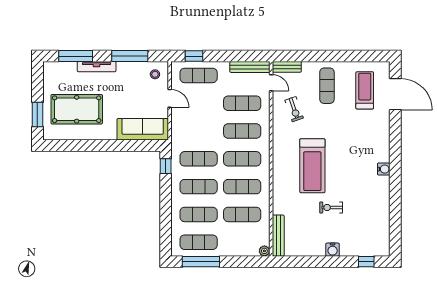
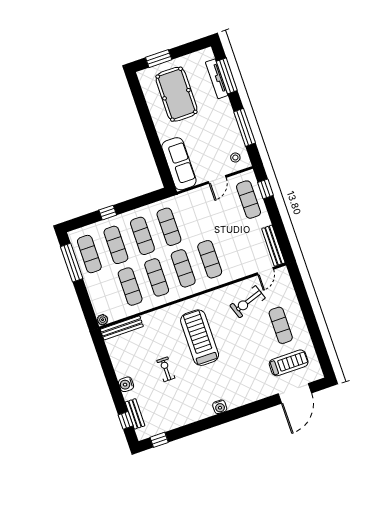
tv unit: (97, 67) -> (217, 79), moved
bench: (287, 67) -> (135, 414), moved
exercise mat: (327, 86) -> (281, 325), turned 90
exercise mat: (242, 103) -> (236, 250), removed
exercise bike: (294, 109) -> (248, 302), width x1.38, depth x1.39
window: (166, 166) -> (108, 213), moved
treadmill: (312, 166) -> (200, 338), turned 90
window: (395, 236) -> (159, 440), added

